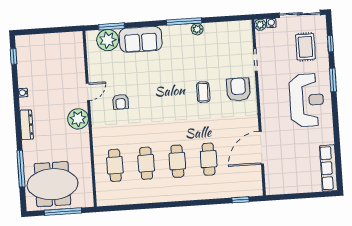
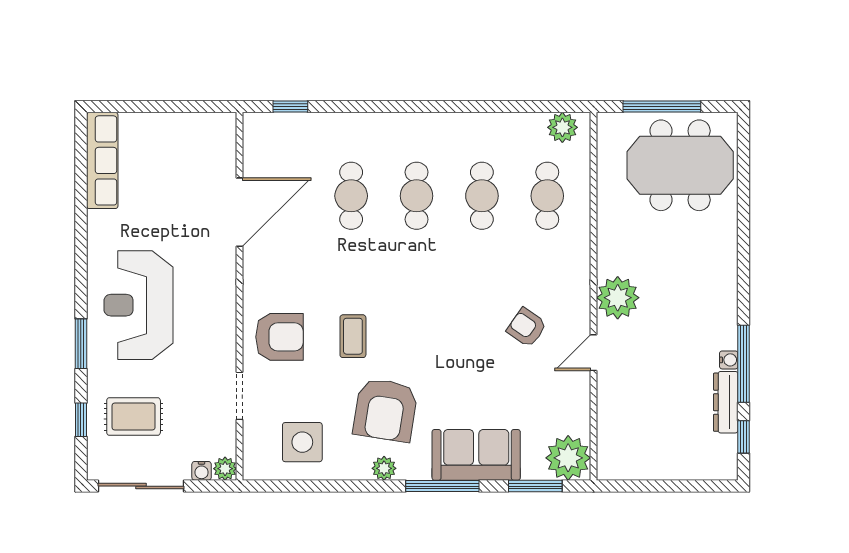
window: (184, 22) -> (442, 486), moved
plant: (197, 29) -> (384, 468), moved
plant: (108, 40) -> (568, 458), moved
side table: (224, 40) -> (302, 442), added
rug: (305, 47) -> (134, 417), turned 90
armchair: (185, 58) -> (385, 410), added
armchair: (238, 89) -> (279, 337), turned -90
armchair: (121, 102) -> (527, 327), turned -54
dresser: (27, 125) -> (726, 402), moved
window: (21, 169) -> (744, 364), moved
plant: (110, 198) -> (562, 127), added

